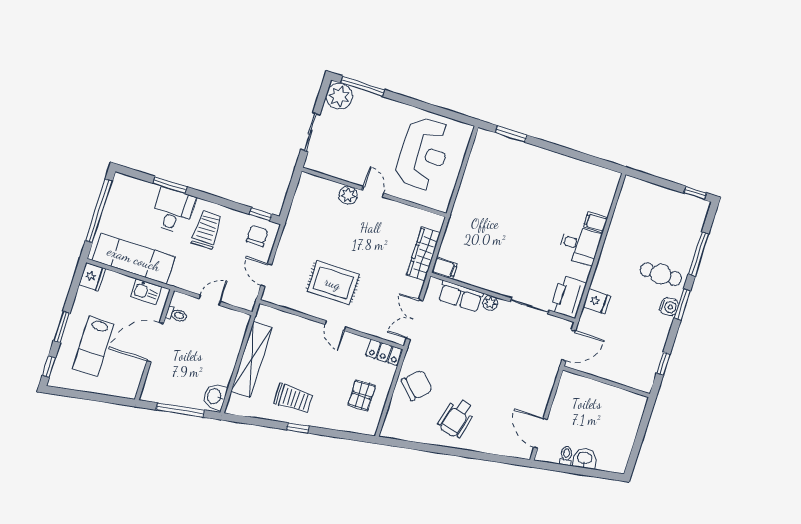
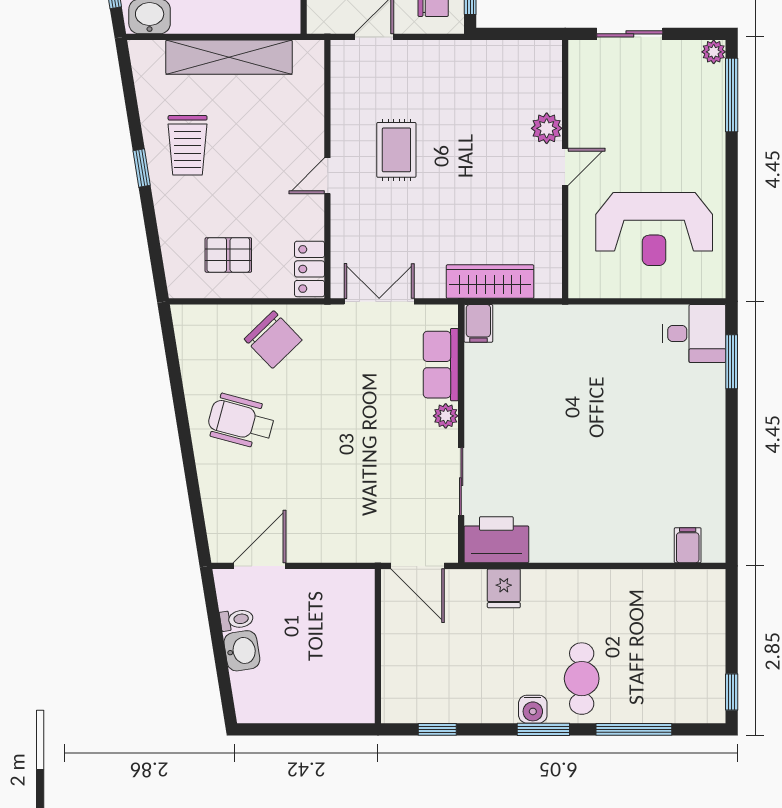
plant: (339, 96) -> (714, 52), width x0.53, depth x0.53
filing cabinet: (596, 222) -> (688, 545), moved
desk: (580, 245) -> (694, 333), moved, turned -90
rug: (333, 283) -> (396, 150), width x0.73, depth x0.70

